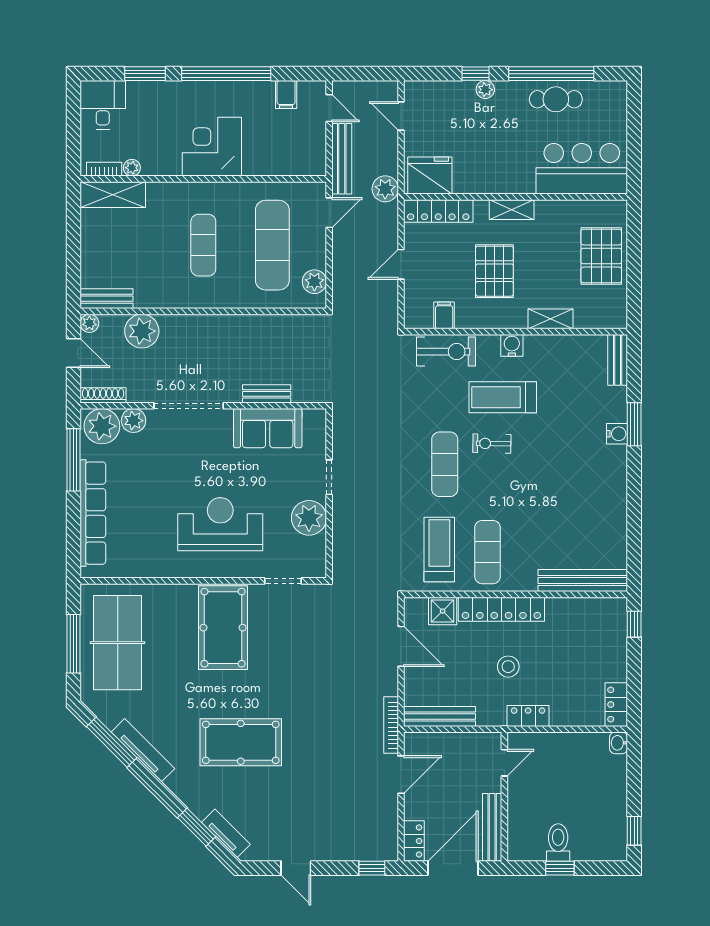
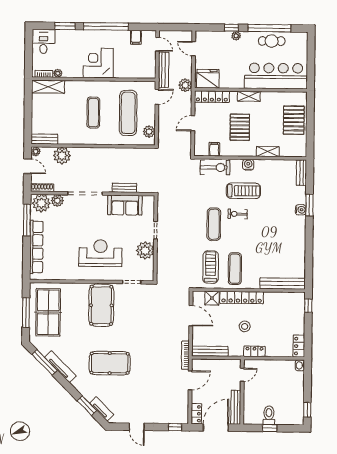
bar counter: (582, 169) -> (276, 76), width x1.36
treadmill: (503, 397) -> (243, 191), turned 180

